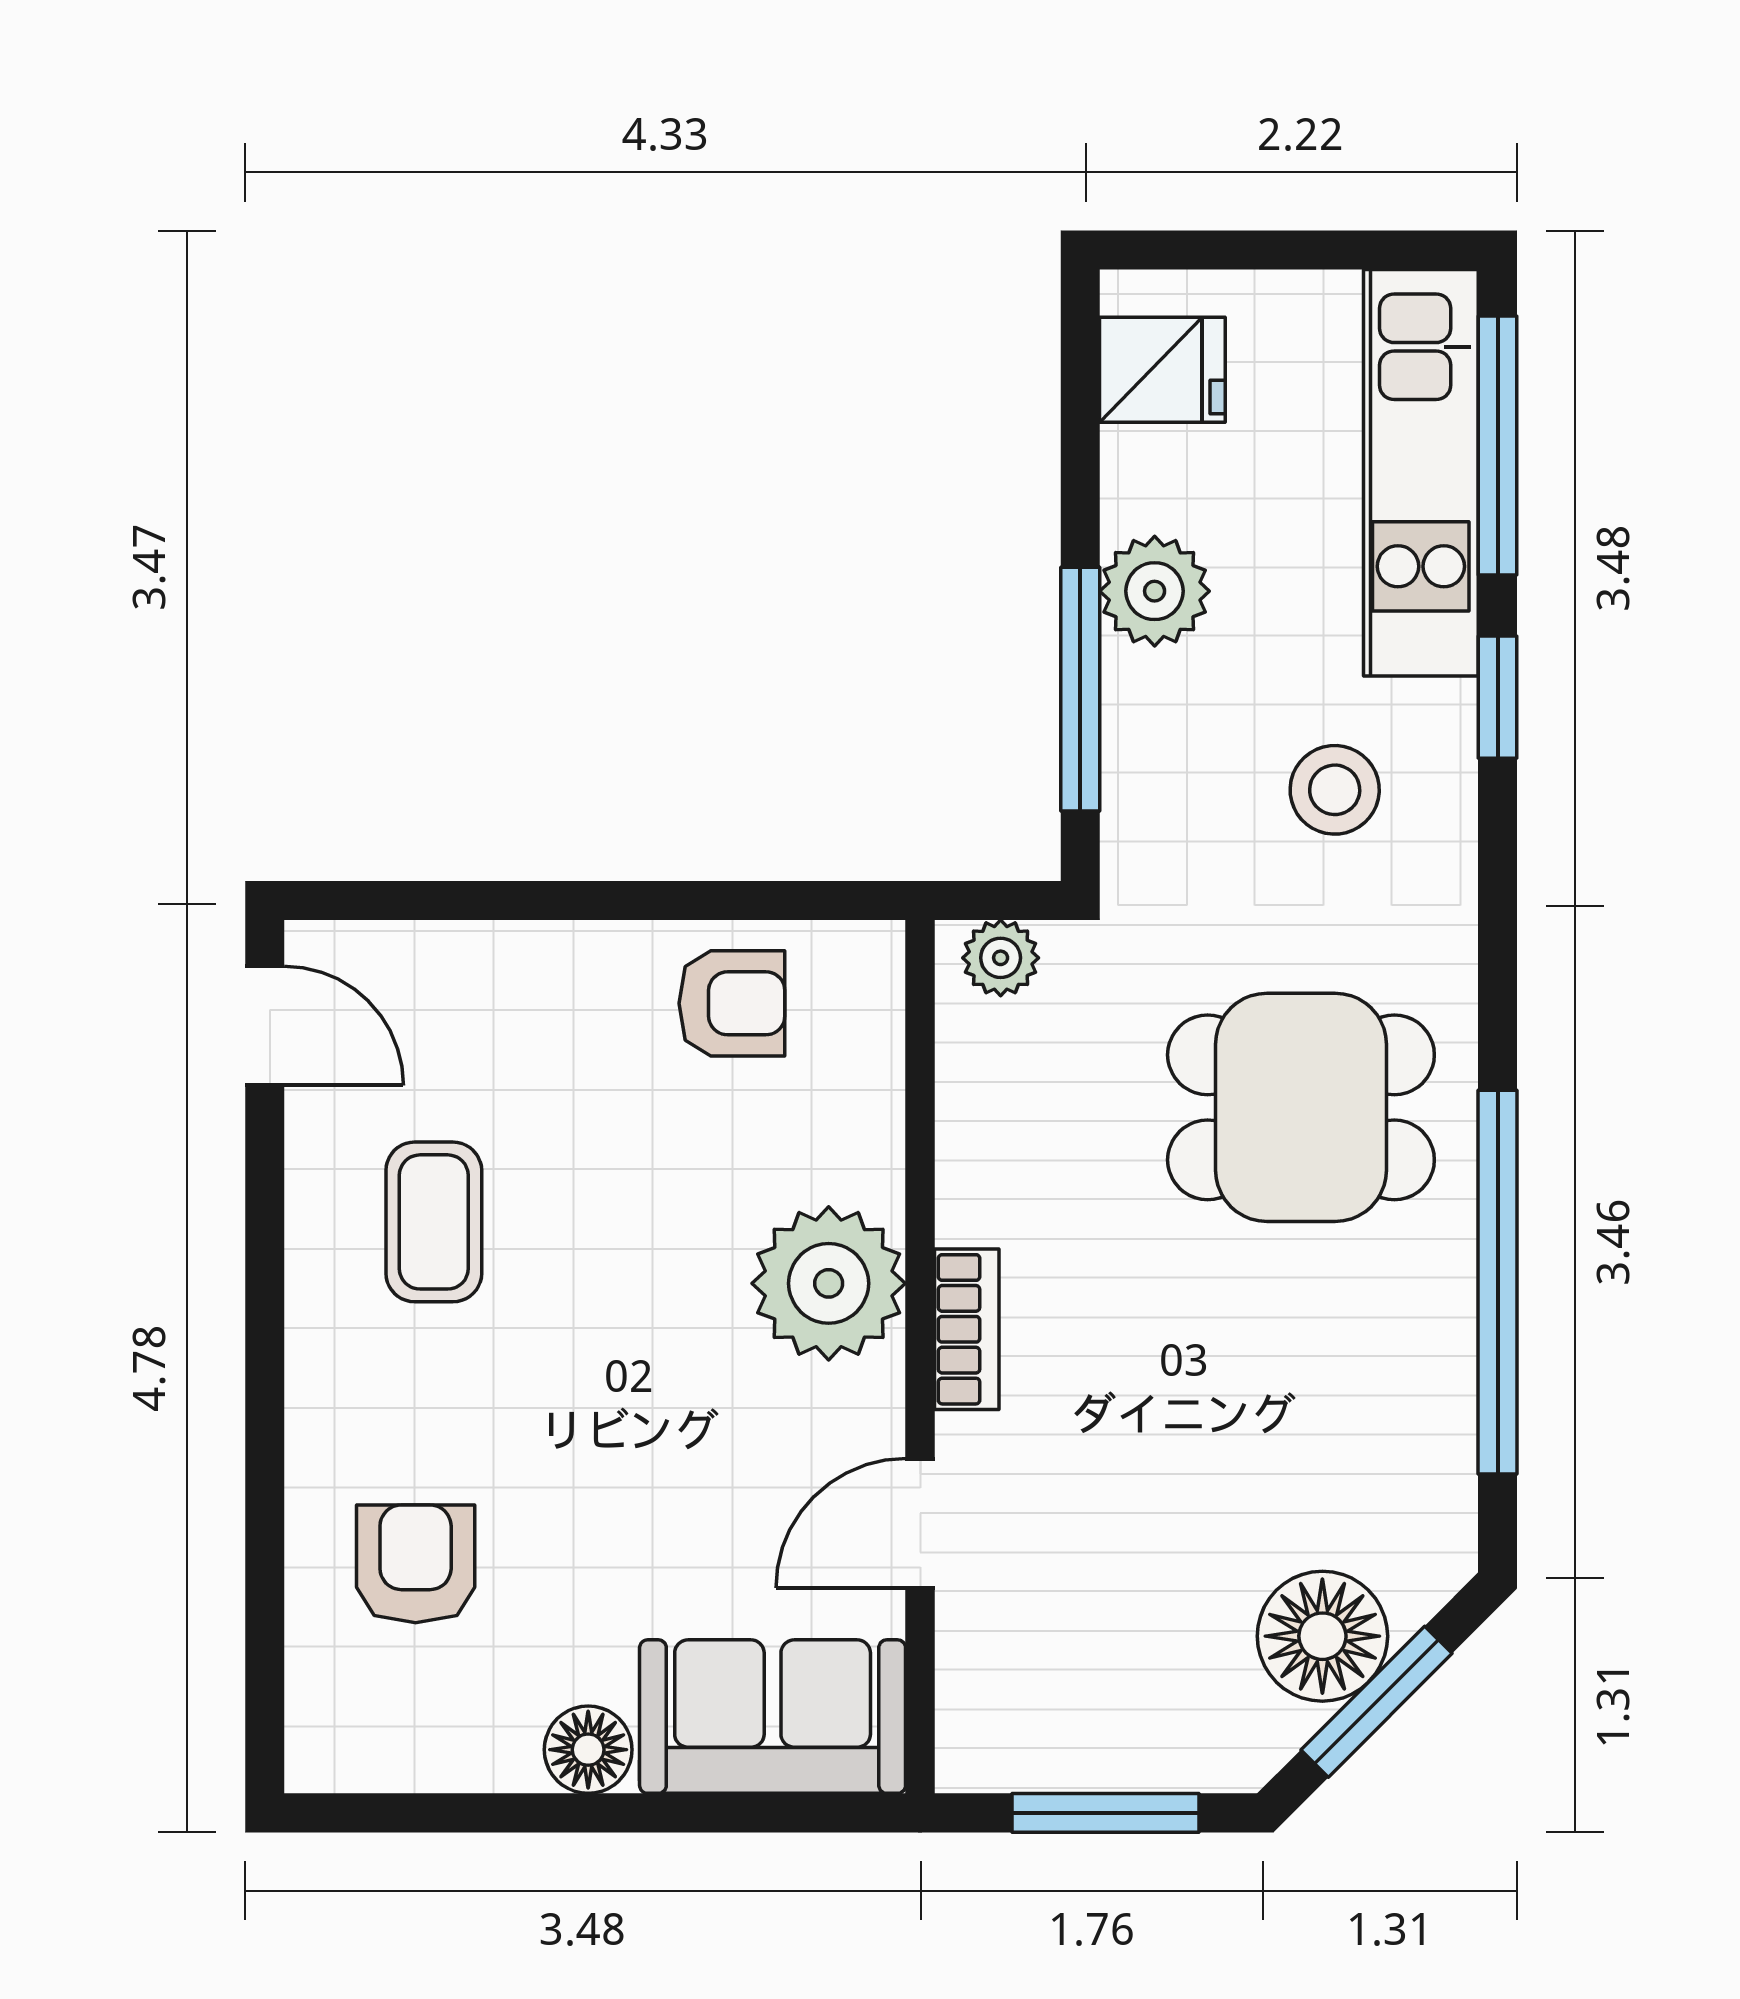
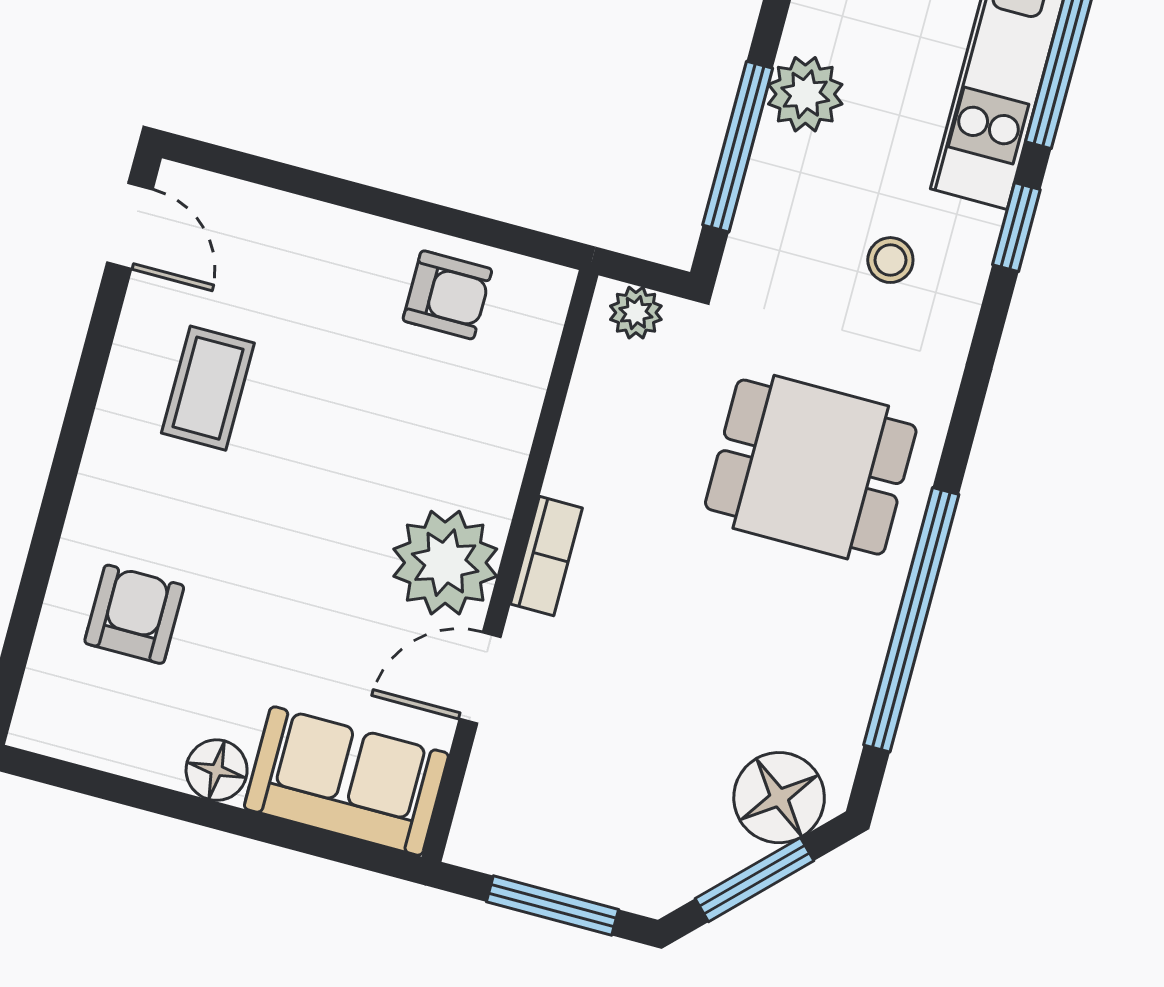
stool: (1335, 790) -> (890, 260), width x0.73, depth x0.73
plant: (829, 1283) -> (445, 563), moved
floor lamp: (1322, 1636) -> (779, 798), moved

